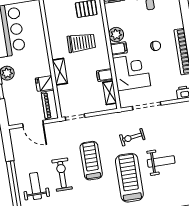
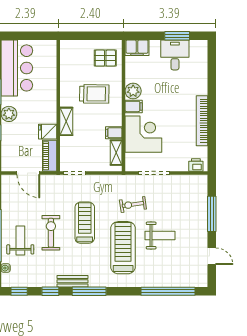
chair: (156, 46) -> (174, 110), removed

